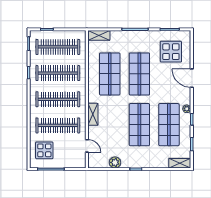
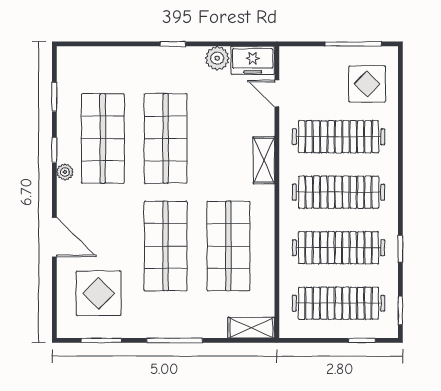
freezer: (98, 161) -> (253, 60), added
shelving: (180, 163) -> (80, 57), removed

